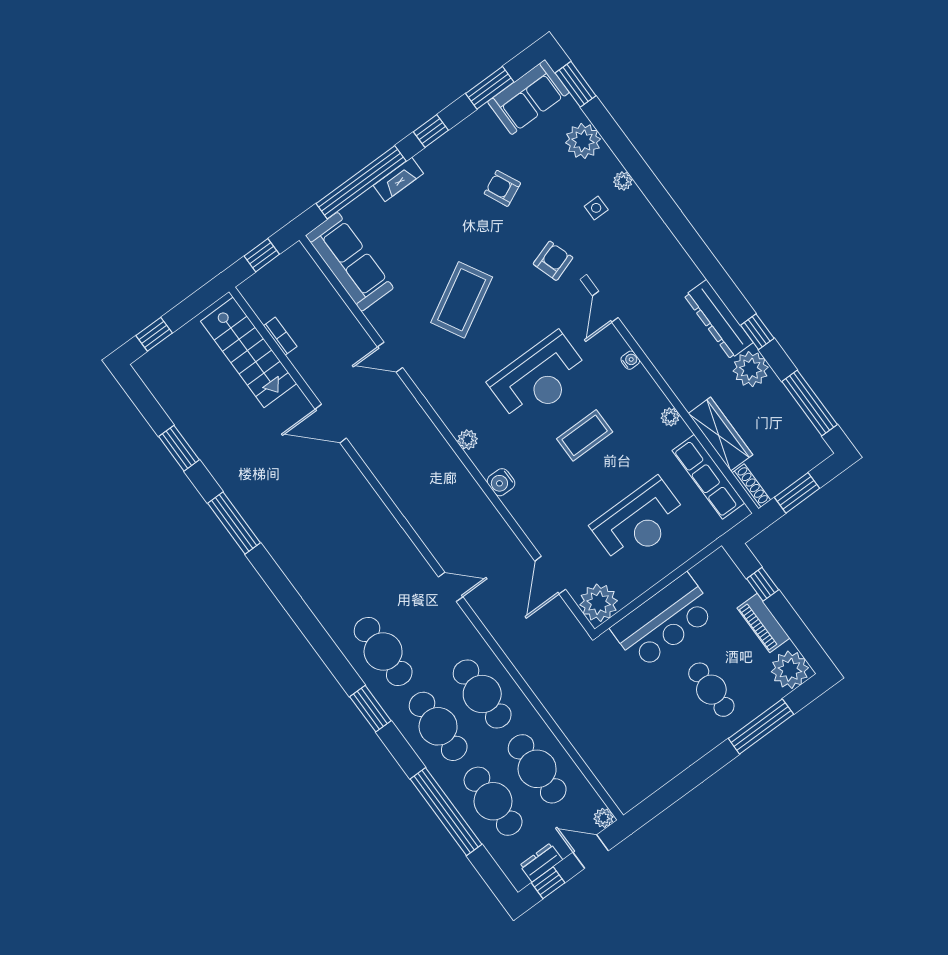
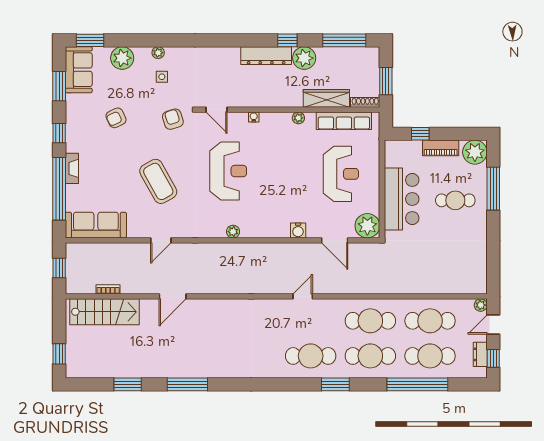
coffee table: (585, 435) -> (275, 169), removed
water cooler: (501, 482) -> (298, 230), moved

